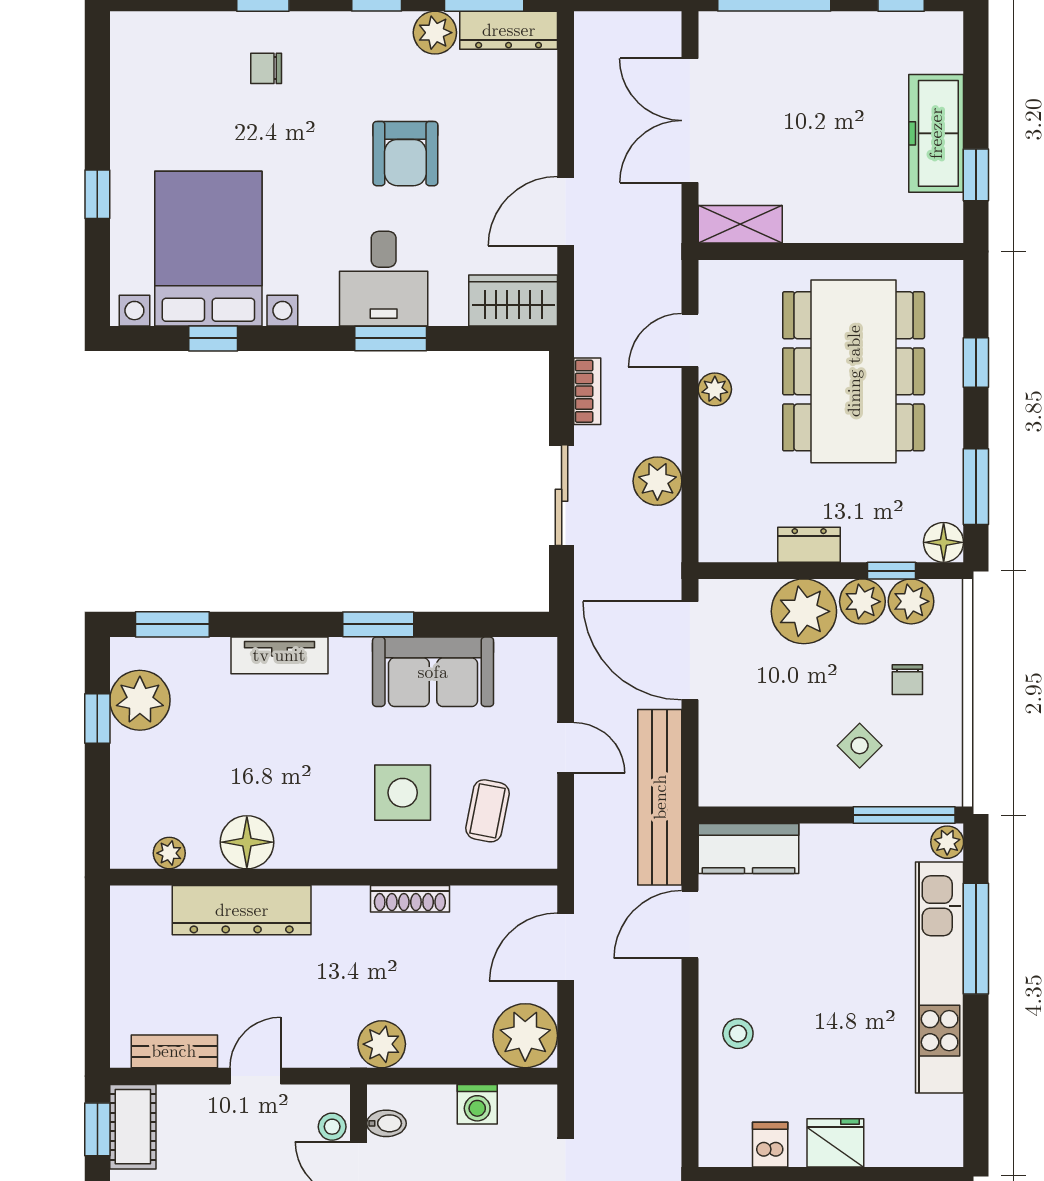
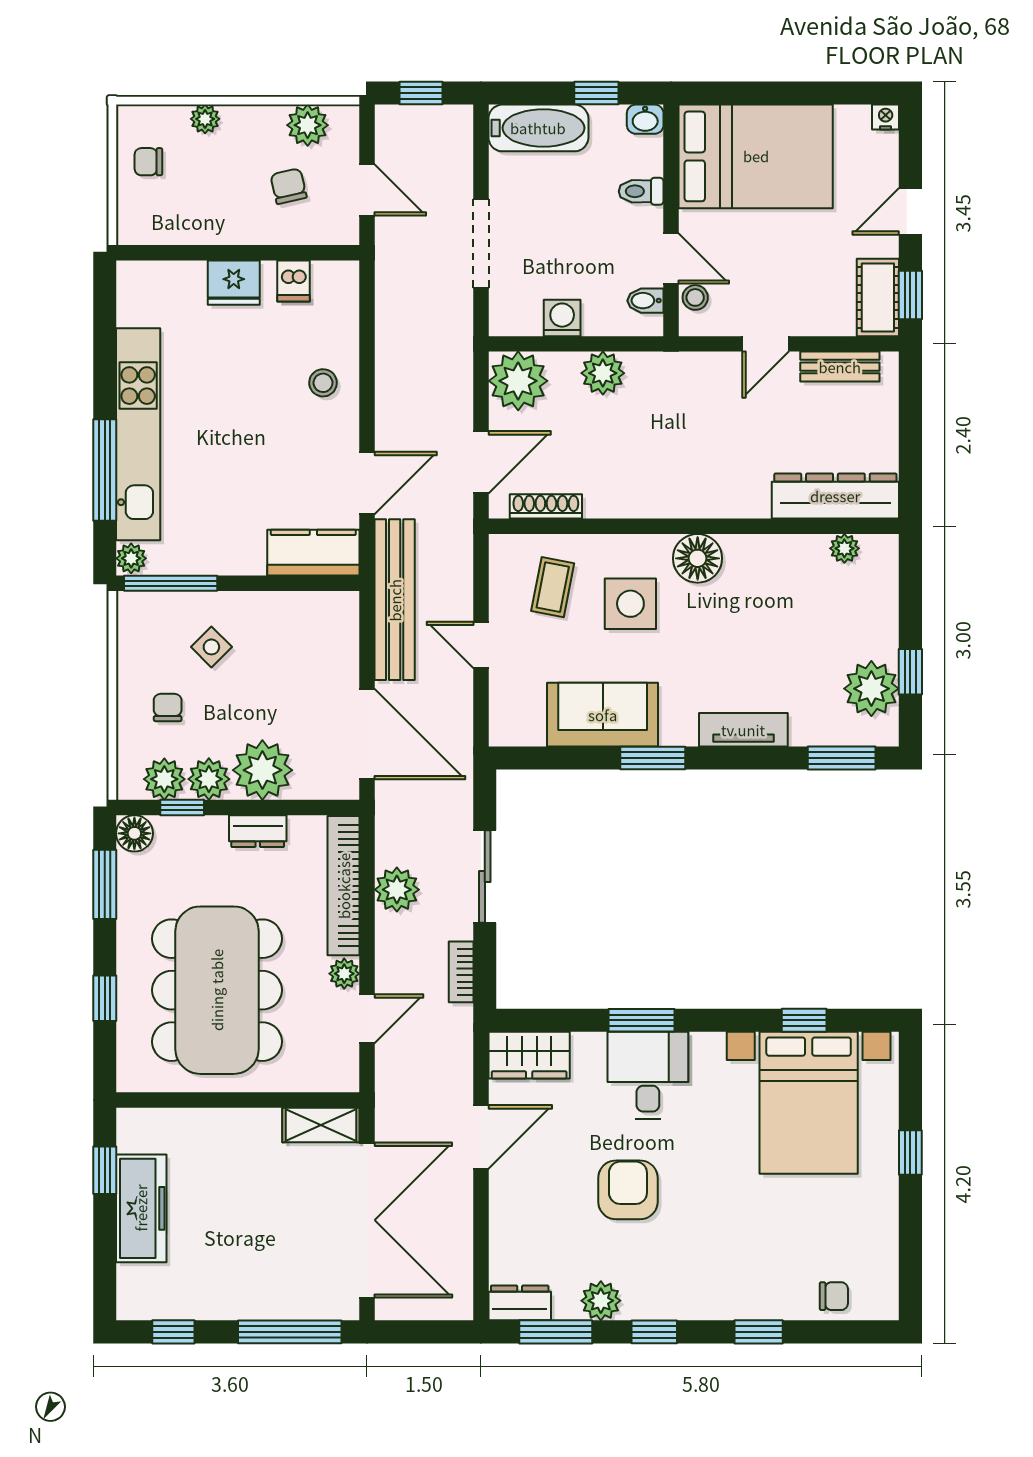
dresser: (509, 30) -> (520, 1303), width x0.70
chair: (266, 68) -> (834, 1296), moved
double door: (690, 121) -> (367, 1220), width x1.36
bookcase: (716, 485) -> (344, 886), added
floor lamp: (247, 842) -> (698, 558), moved
shoe rack: (410, 899) -> (546, 506), moved
dresser: (242, 910) -> (835, 496), moved
plant: (382, 1044) -> (603, 373), moved

